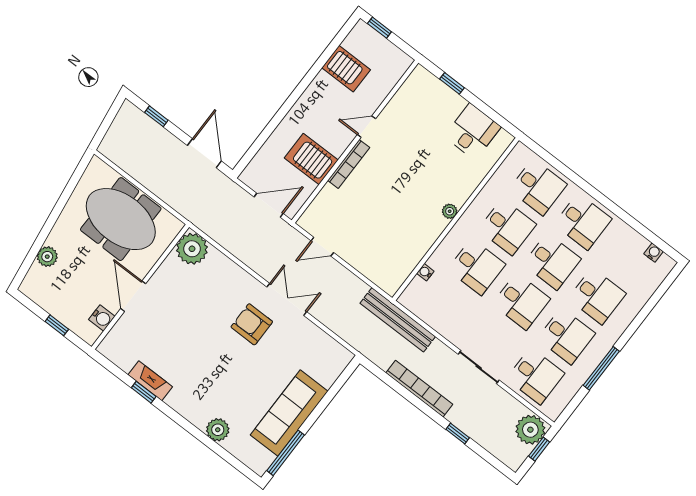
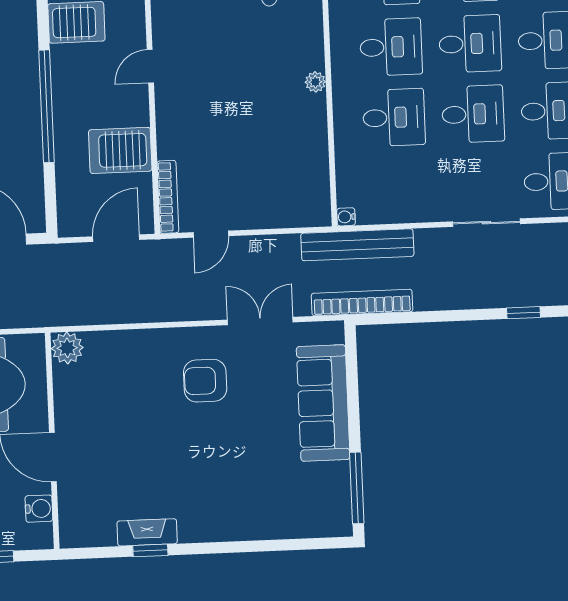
window: (291, 101) -> (47, 106), added
bookcase: (349, 164) -> (168, 197), moved
plant: (192, 249) -> (67, 348), width x0.73, depth x0.73
water cooler: (425, 272) -> (346, 217), moved
double door: (287, 299) -> (260, 321), moved
bookcase: (419, 389) -> (362, 302), moved
sofa: (289, 413) -> (323, 403), moved
plant: (218, 430) -> (263, 524), removed

